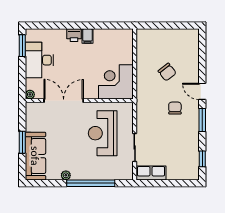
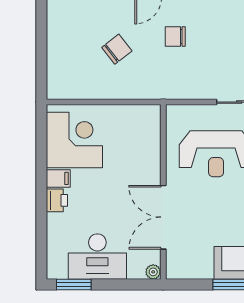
corner desk: (116, 82) -> (74, 140), moved, turned 180

